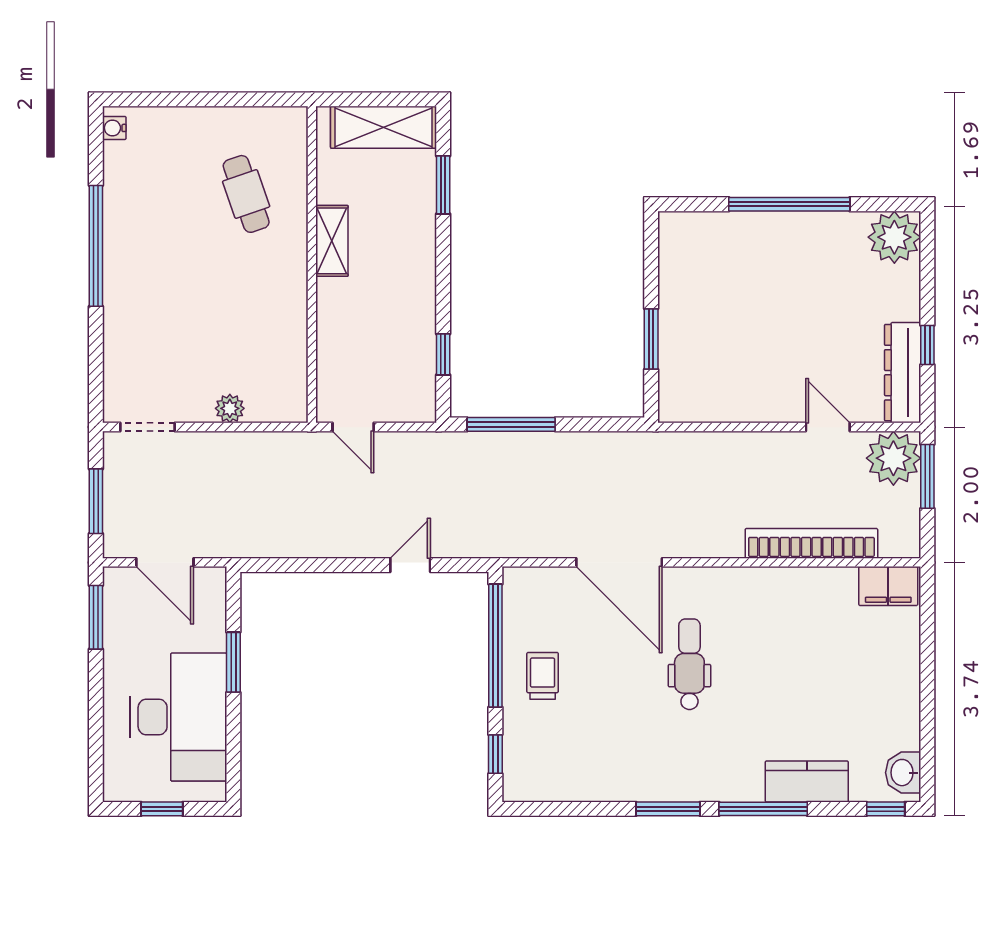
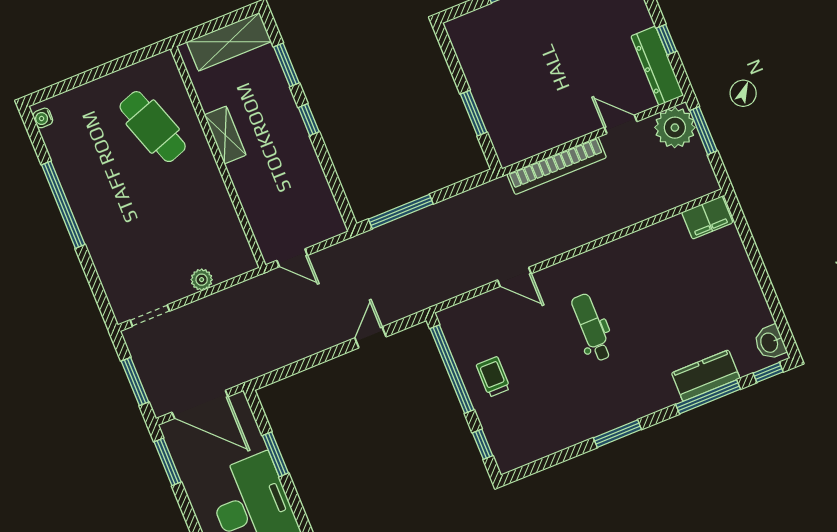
cafe table: (246, 194) -> (153, 127), width x1.37, depth x1.35
window: (443, 354) -> (309, 120), moved
bookcase: (811, 543) -> (557, 166), moved, turned 180
door: (165, 562) -> (200, 404), width x1.36
door: (619, 562) -> (514, 277), width x0.53
window: (763, 809) -> (708, 397), moved

